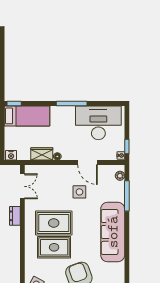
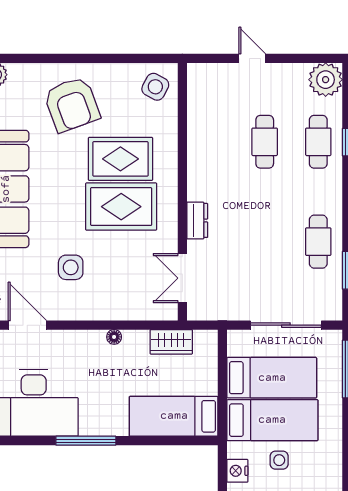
window: (14, 103) -> (199, 441), removed
wardrobe: (42, 154) -> (171, 342), moved
nightstand: (11, 155) -> (205, 339), removed
door: (87, 162) -> (27, 325), moved

